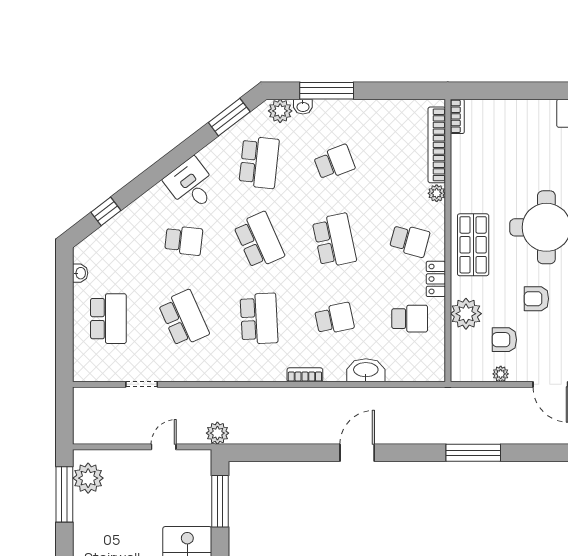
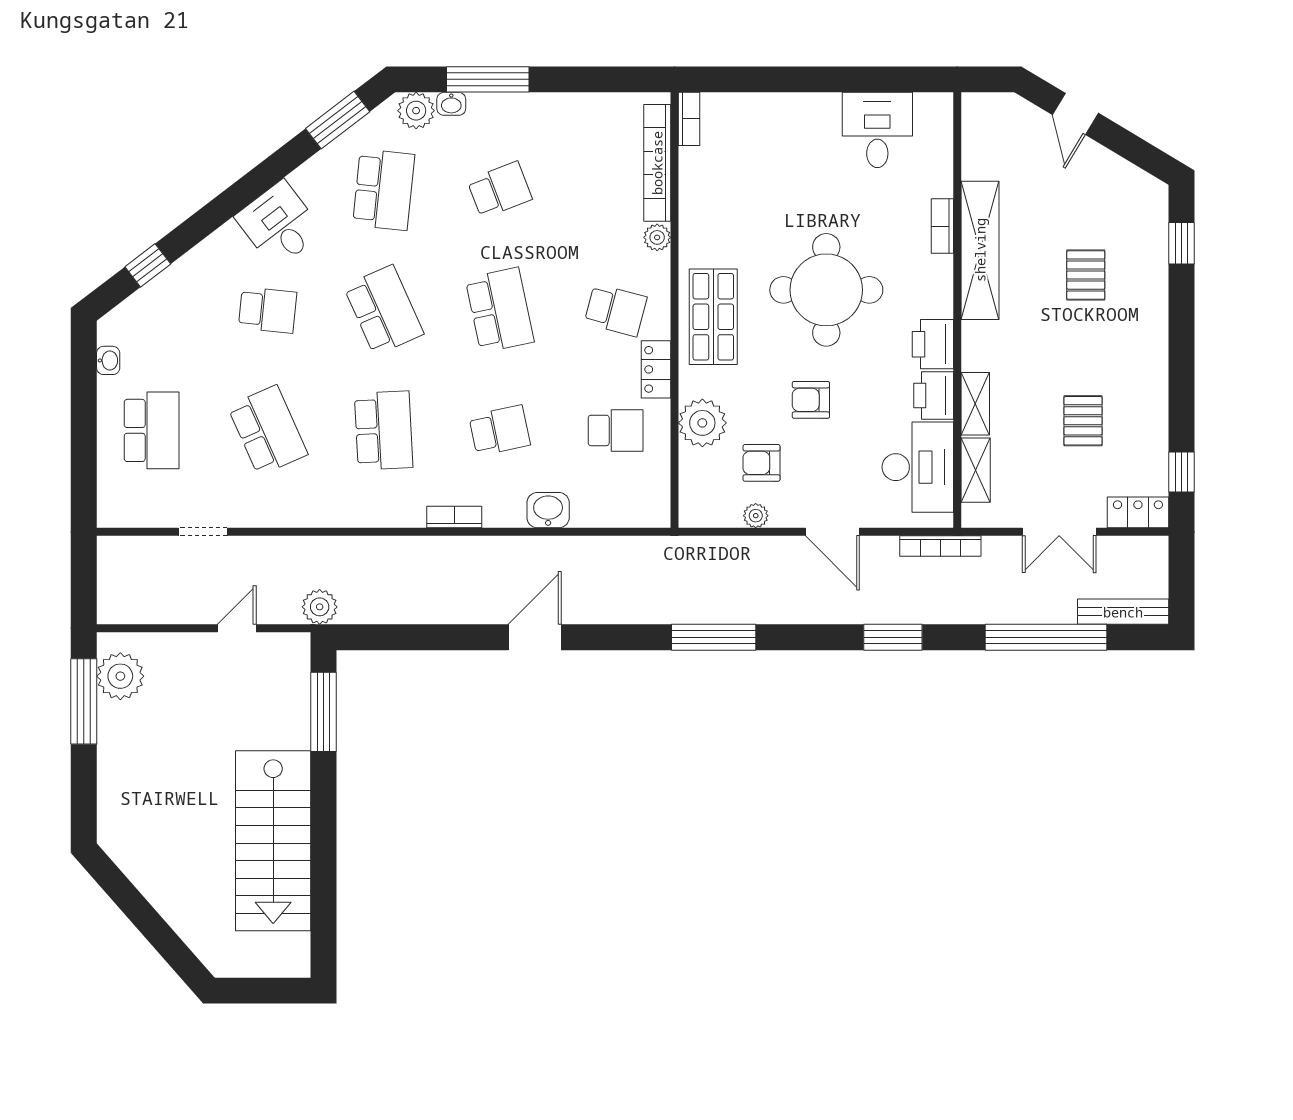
washbasin: (366, 370) -> (548, 510), width x0.72

